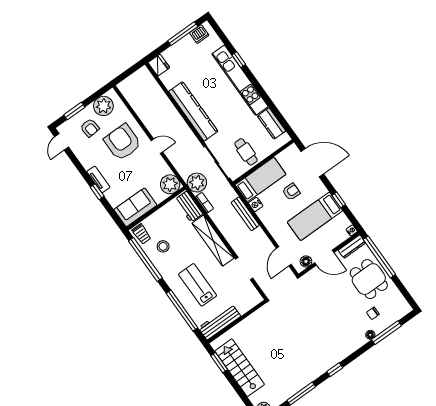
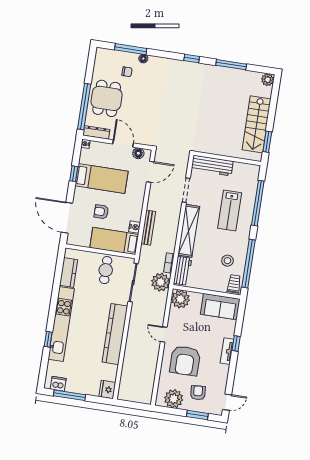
workbench: (219, 322) -> (212, 166), moved

